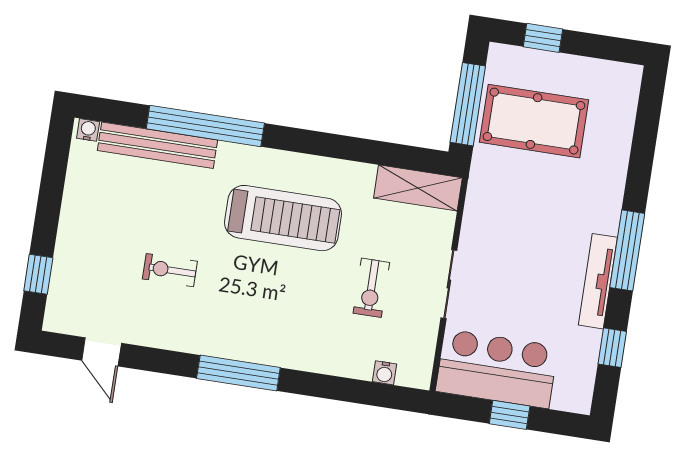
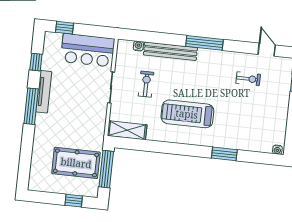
window: (205, 126) -> (224, 154), width x0.47
bench: (157, 145) -> (170, 51), moved
exercise bike: (170, 270) -> (248, 79), moved
window: (510, 415) -> (65, 28), moved

